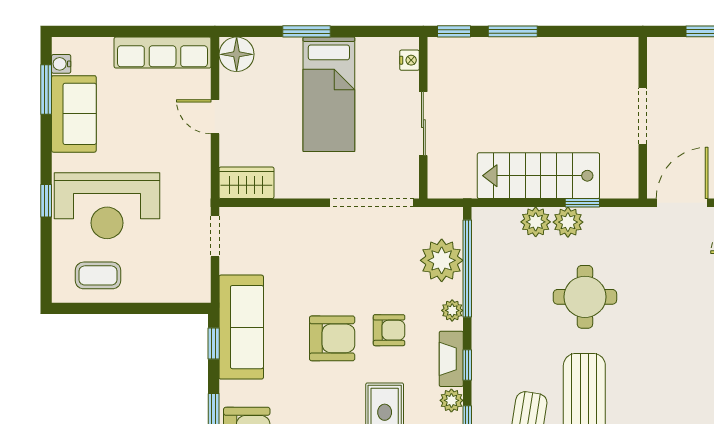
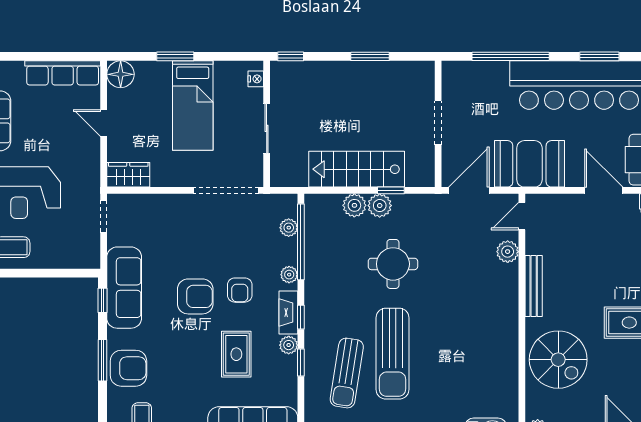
window: (513, 31) -> (370, 56), moved
plant: (442, 260) -> (289, 228), width x0.53, depth x0.53
armchair: (389, 330) -> (240, 290), turned 90

